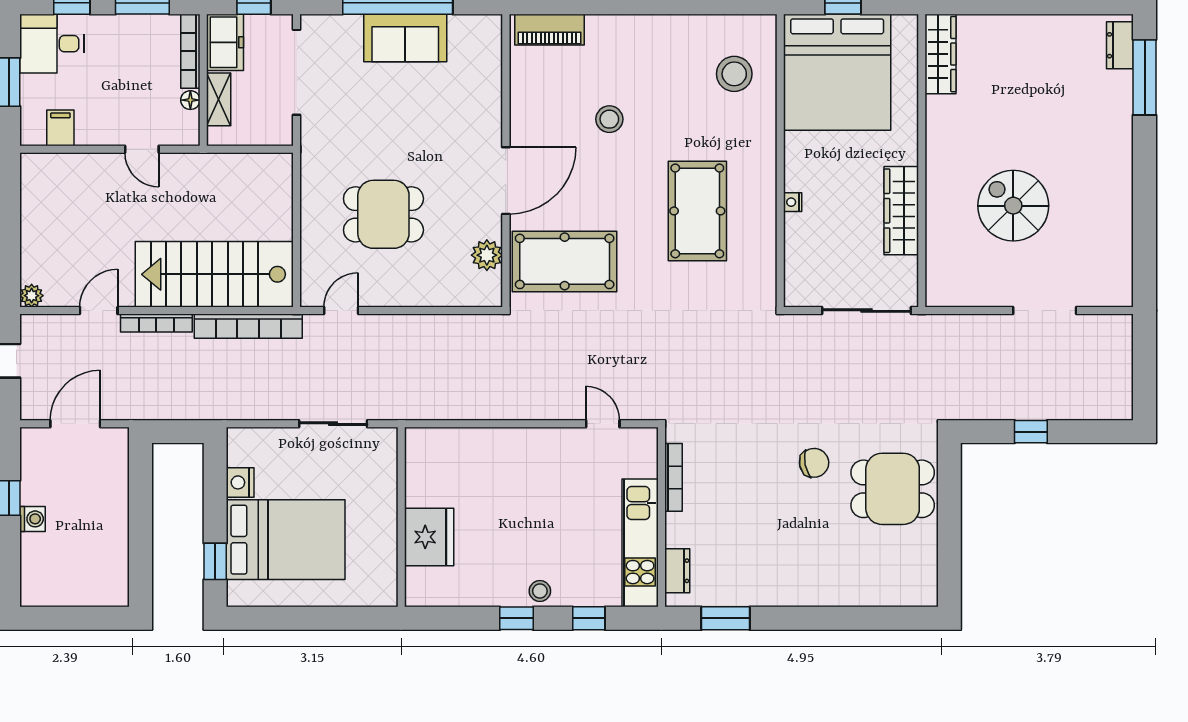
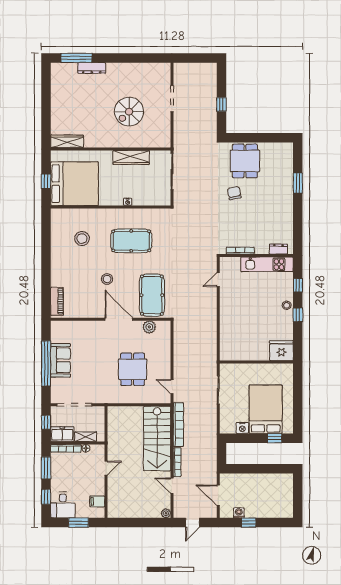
dresser: (1120, 45) -> (92, 68), moved, width x1.44
stool: (734, 74) -> (82, 239), moved
stool: (609, 119) -> (107, 279), moved
washing machine: (33, 519) -> (239, 513), moved
fridge: (429, 537) -> (281, 351), moved
window: (725, 618) -> (298, 183), moved

